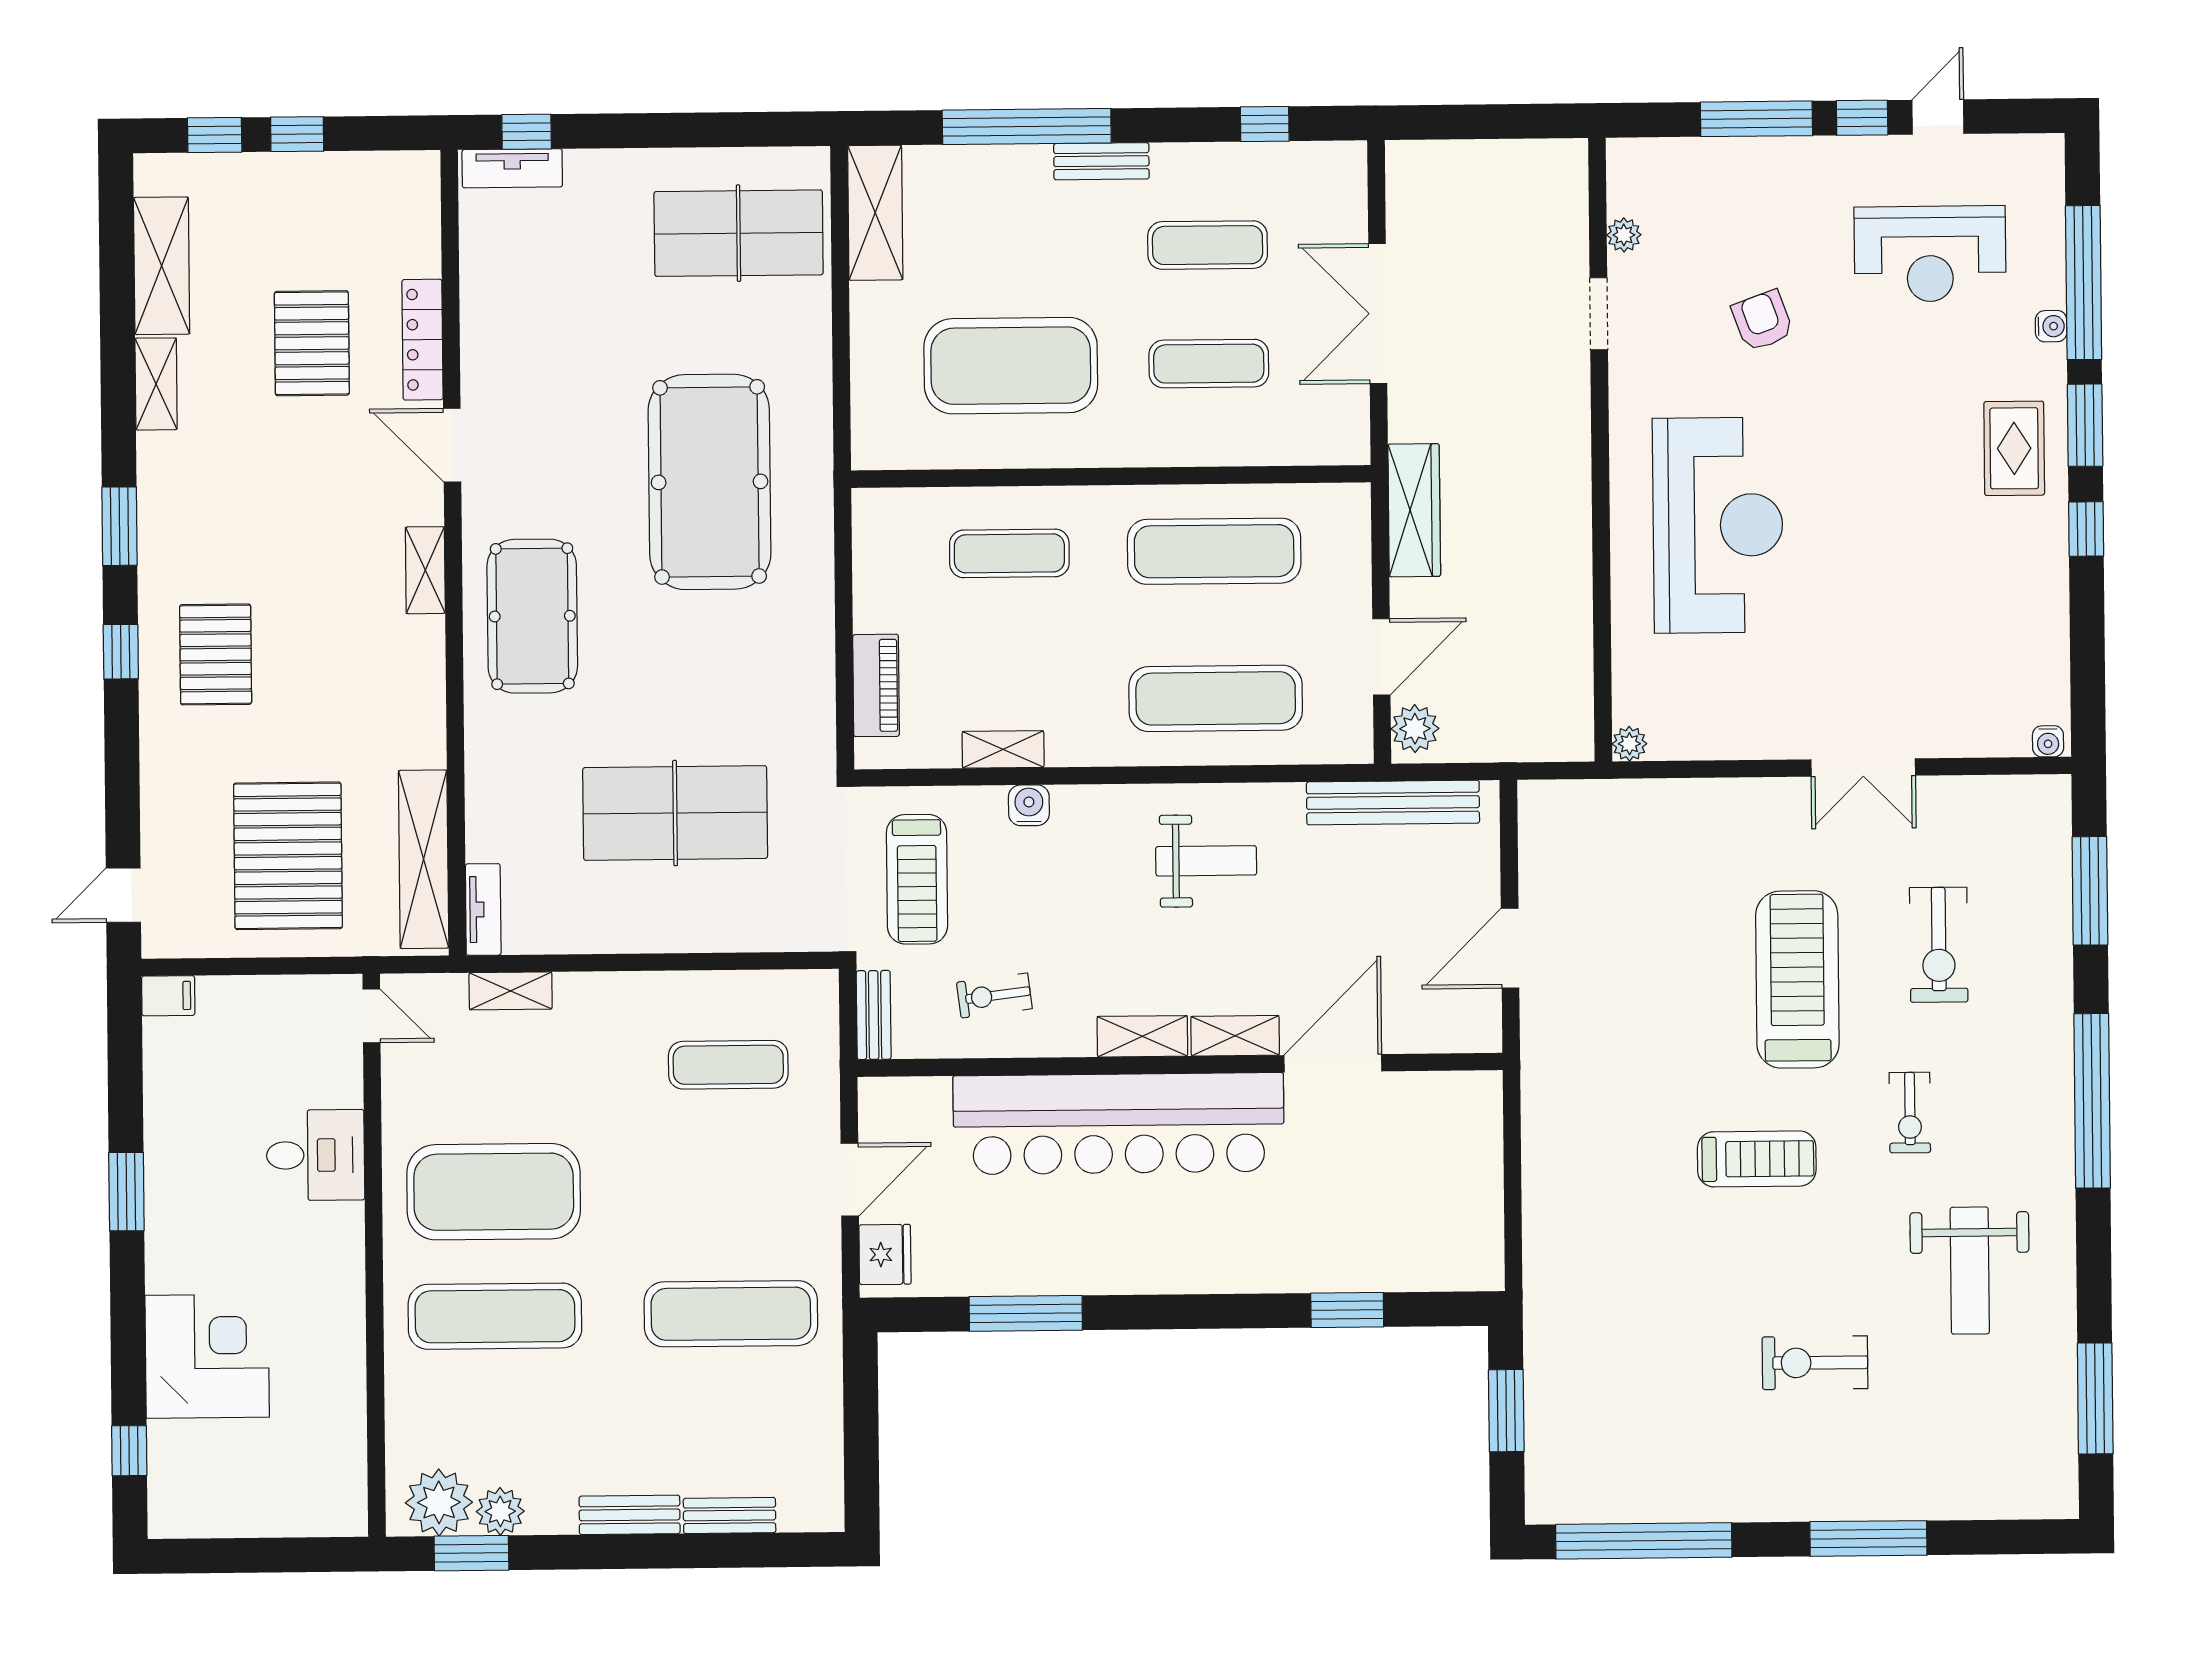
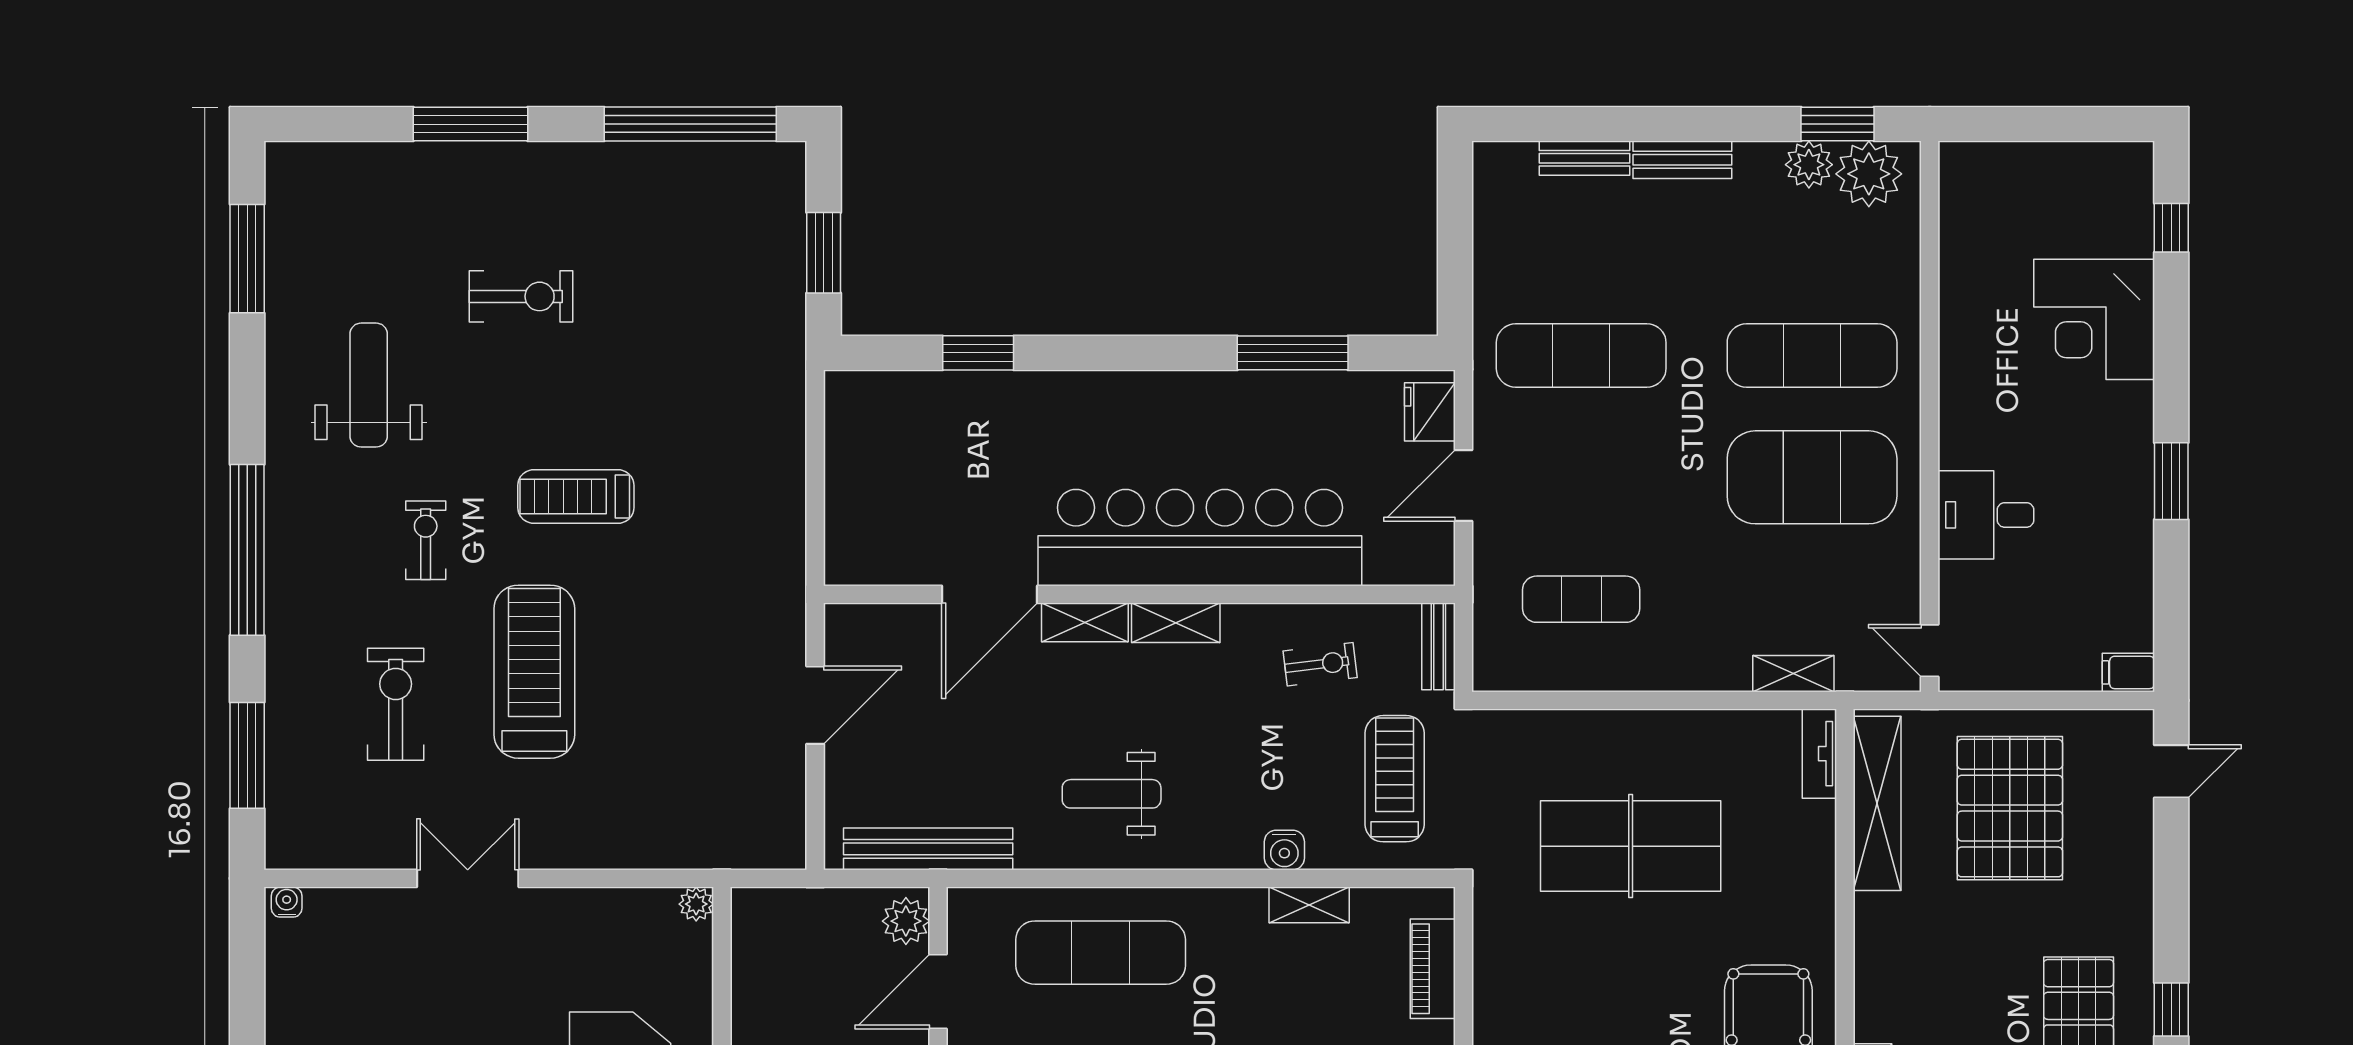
treadmill: (1797, 979) -> (534, 672), turned 180

